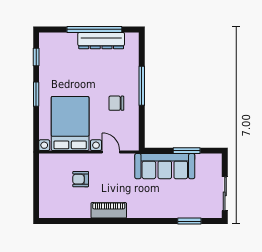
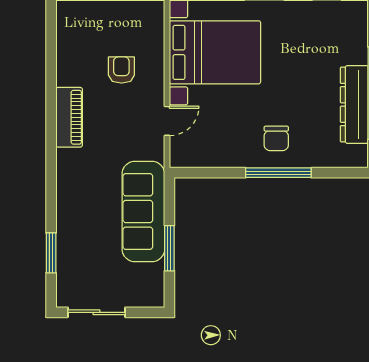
chair: (116, 103) -> (276, 138), moved, turned 180

